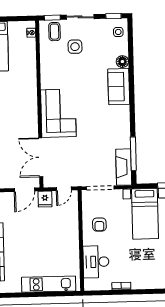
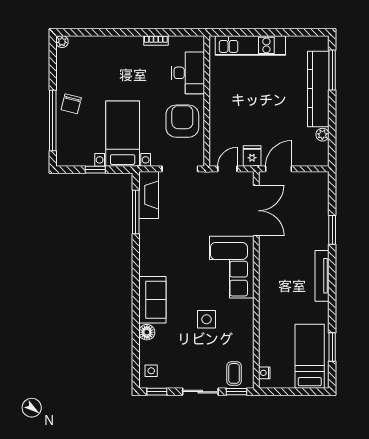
side table: (75, 47) -> (207, 319), moved
armchair: (99, 225) -> (182, 121), width x1.88, depth x1.88

